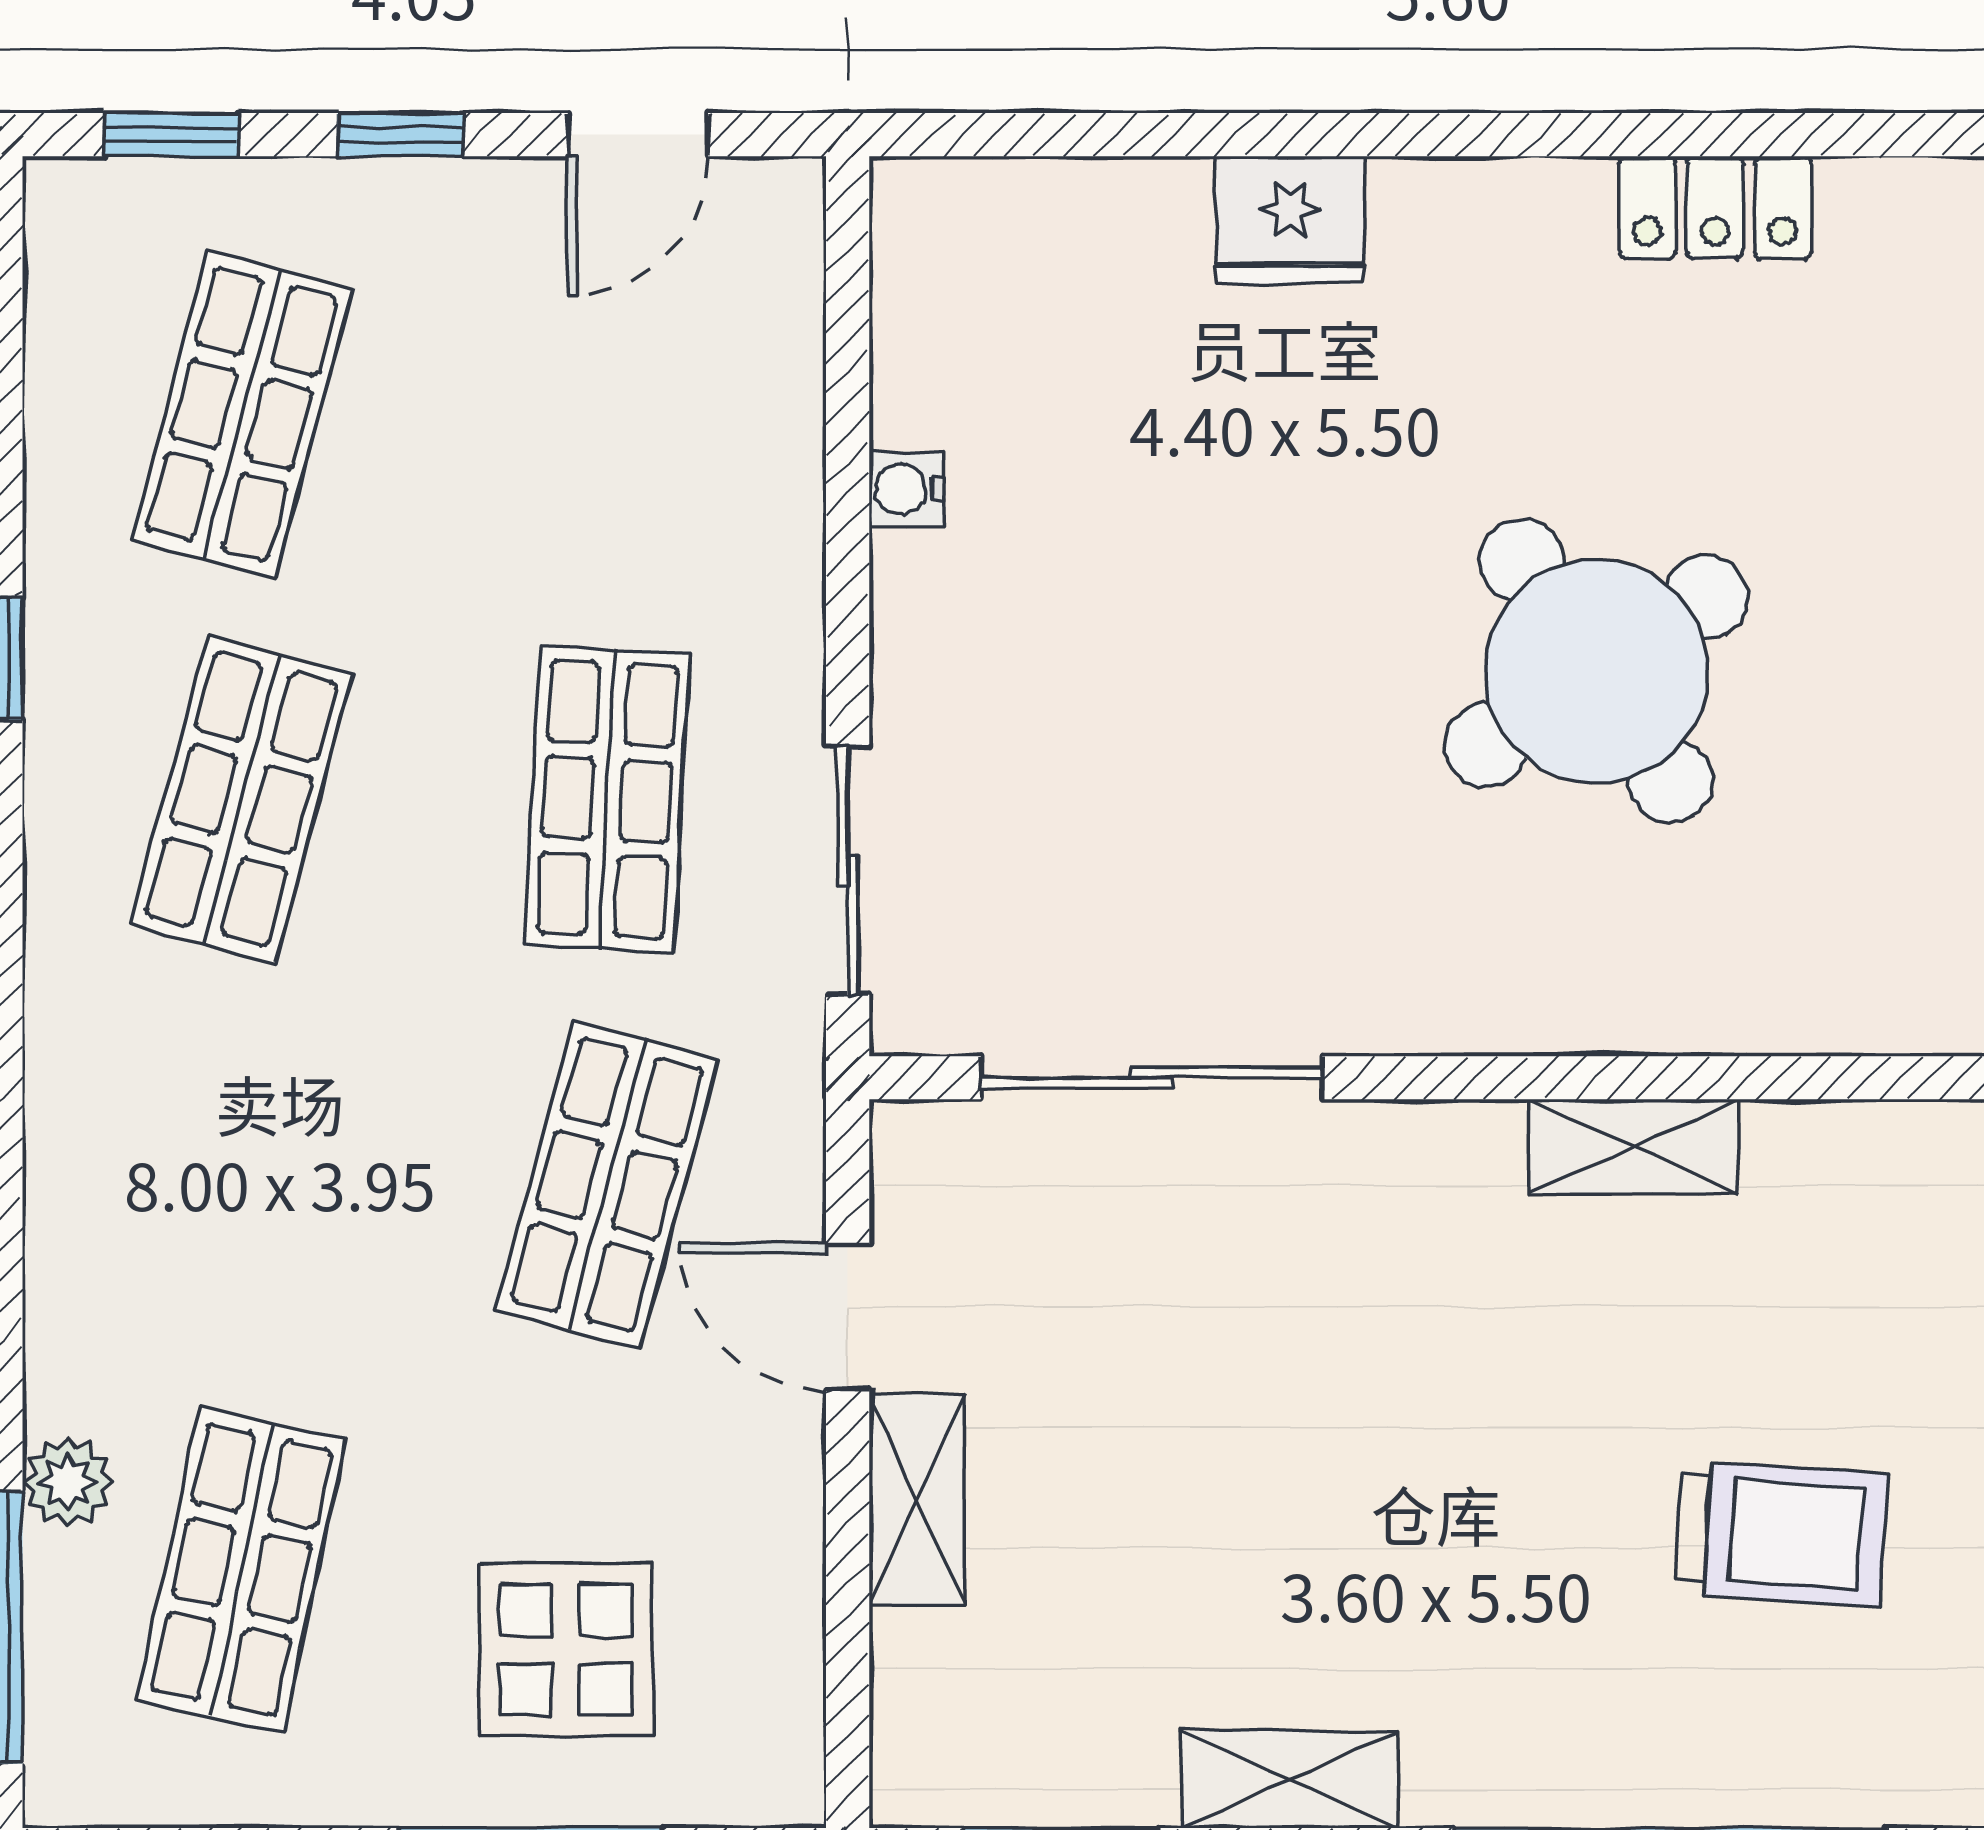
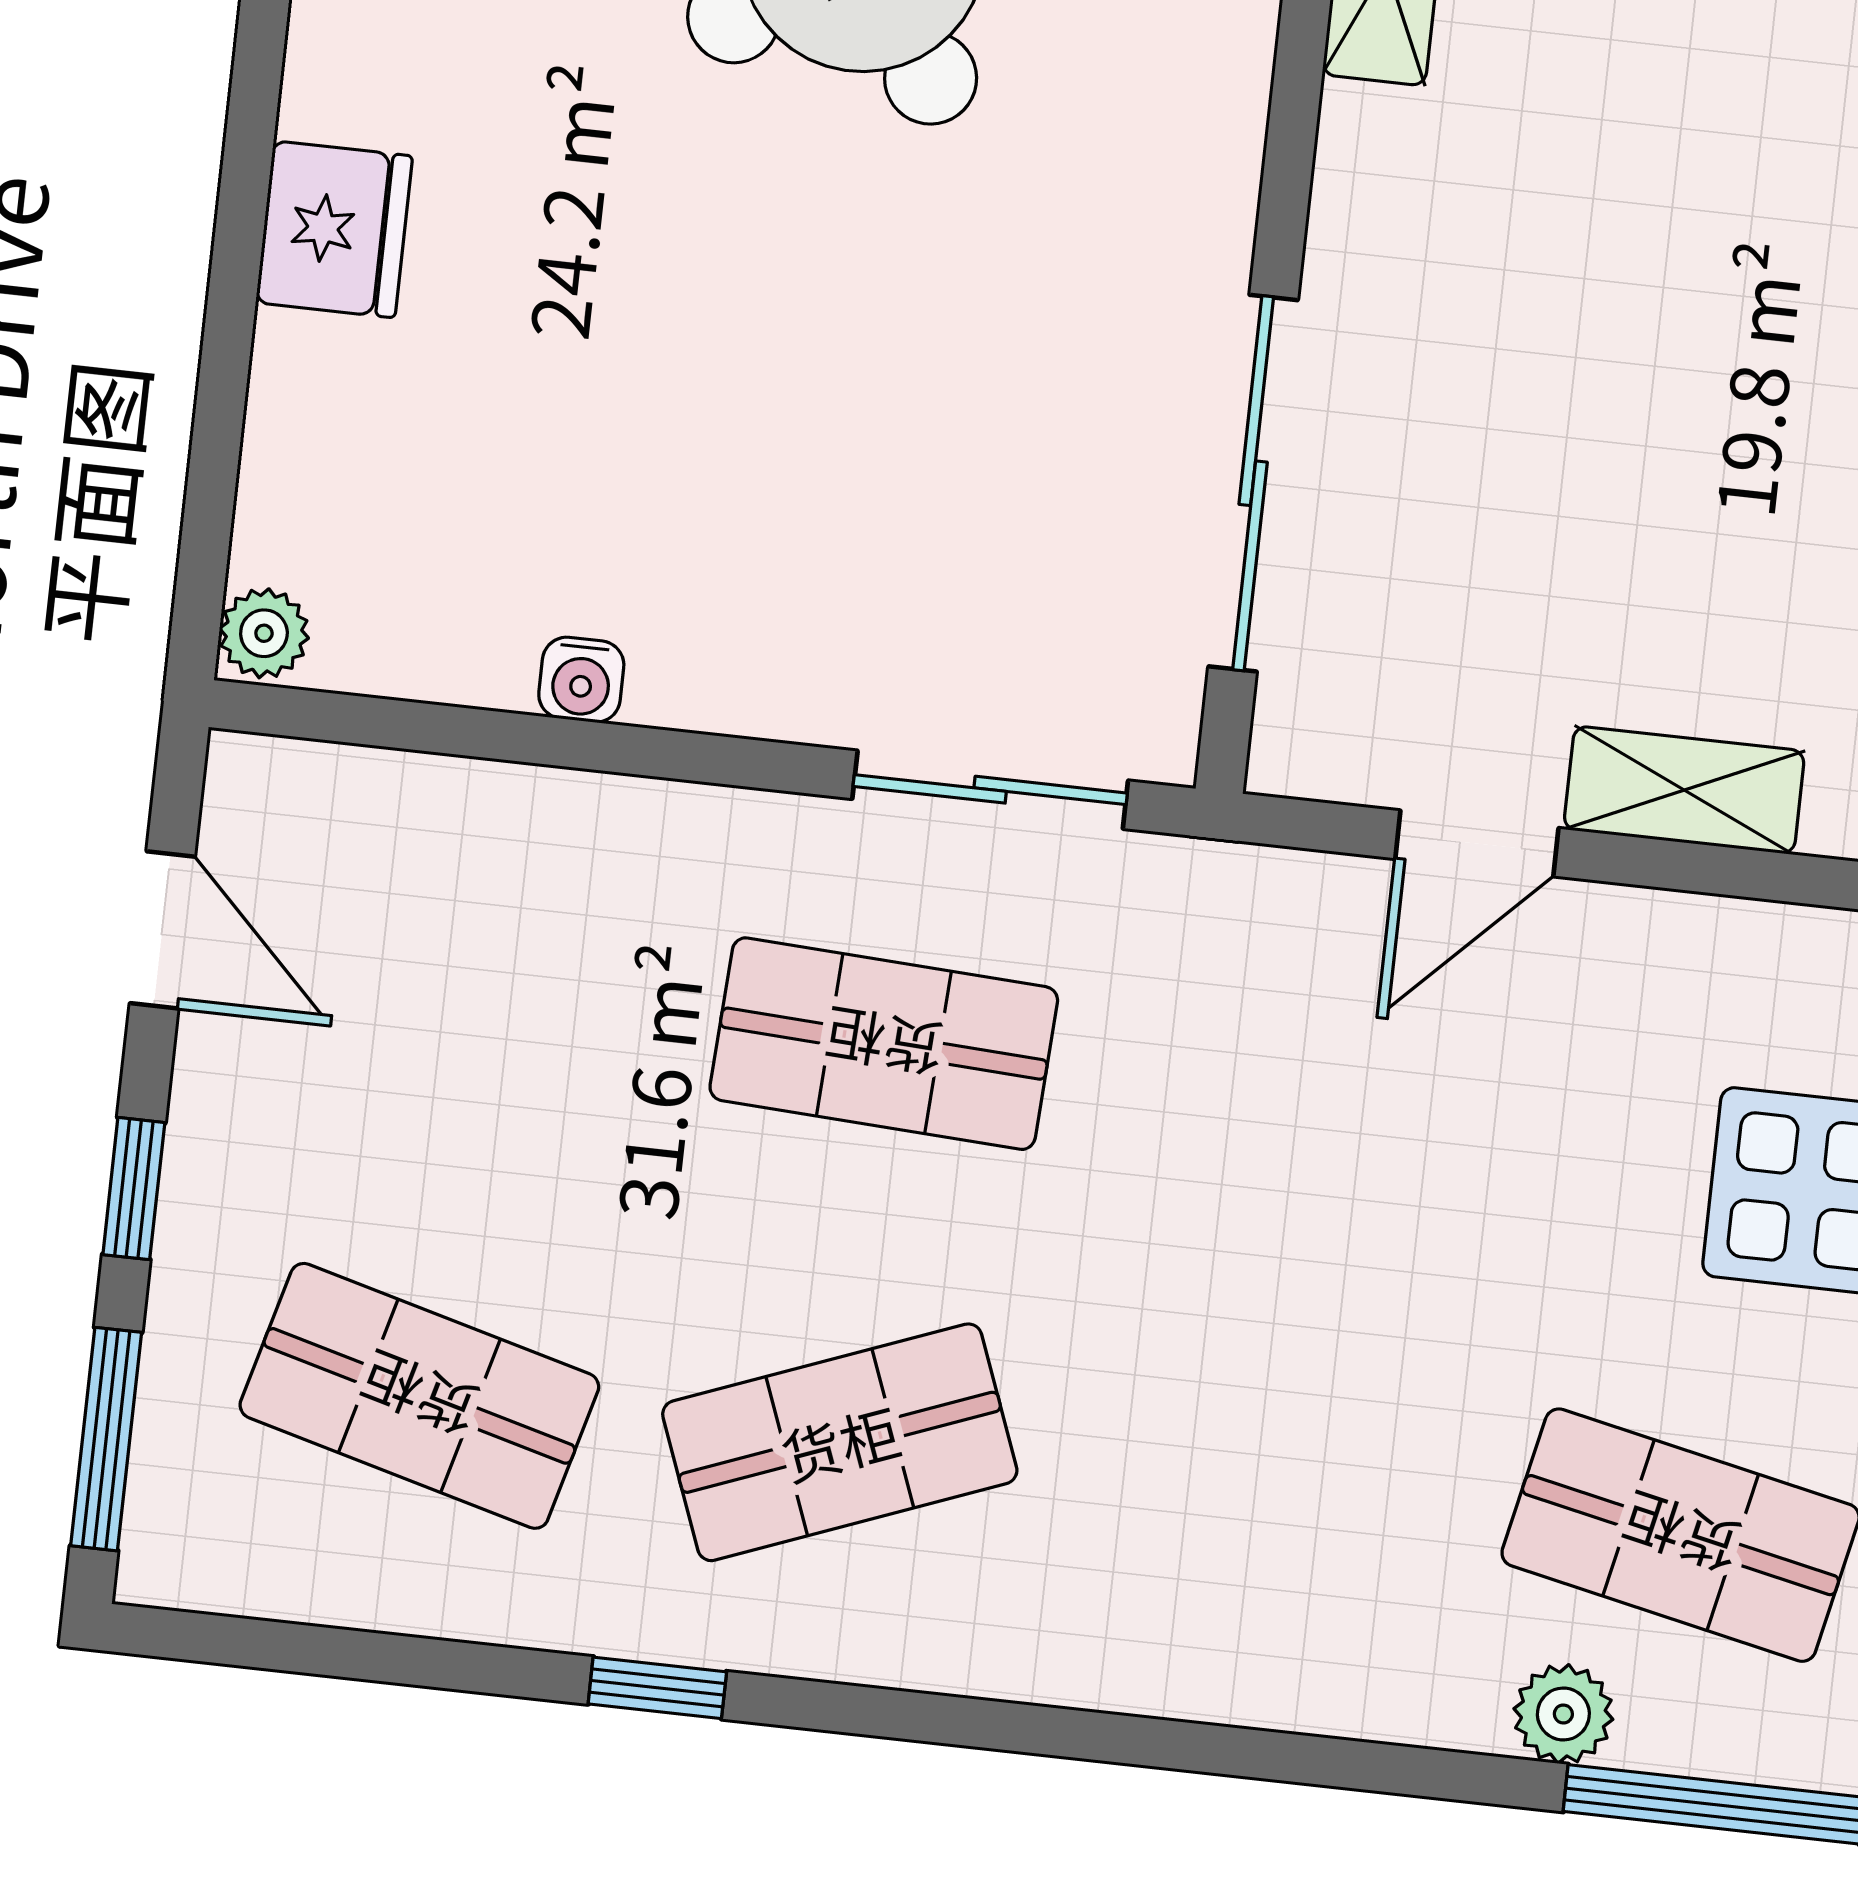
window: (171, 135) -> (106, 1439), width x1.50
plant: (917, 197) -> (264, 633), added
shop shelf: (242, 799) -> (840, 1442), turned -36
shop shelf: (607, 1185) -> (1304, 1090), removed

